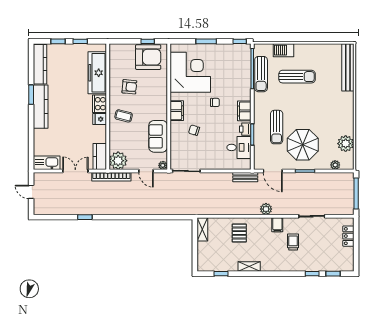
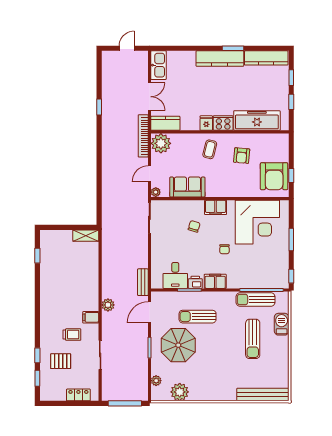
pallet: (239, 233) -> (61, 361), moved
shelving: (249, 266) -> (45, 287), removed

